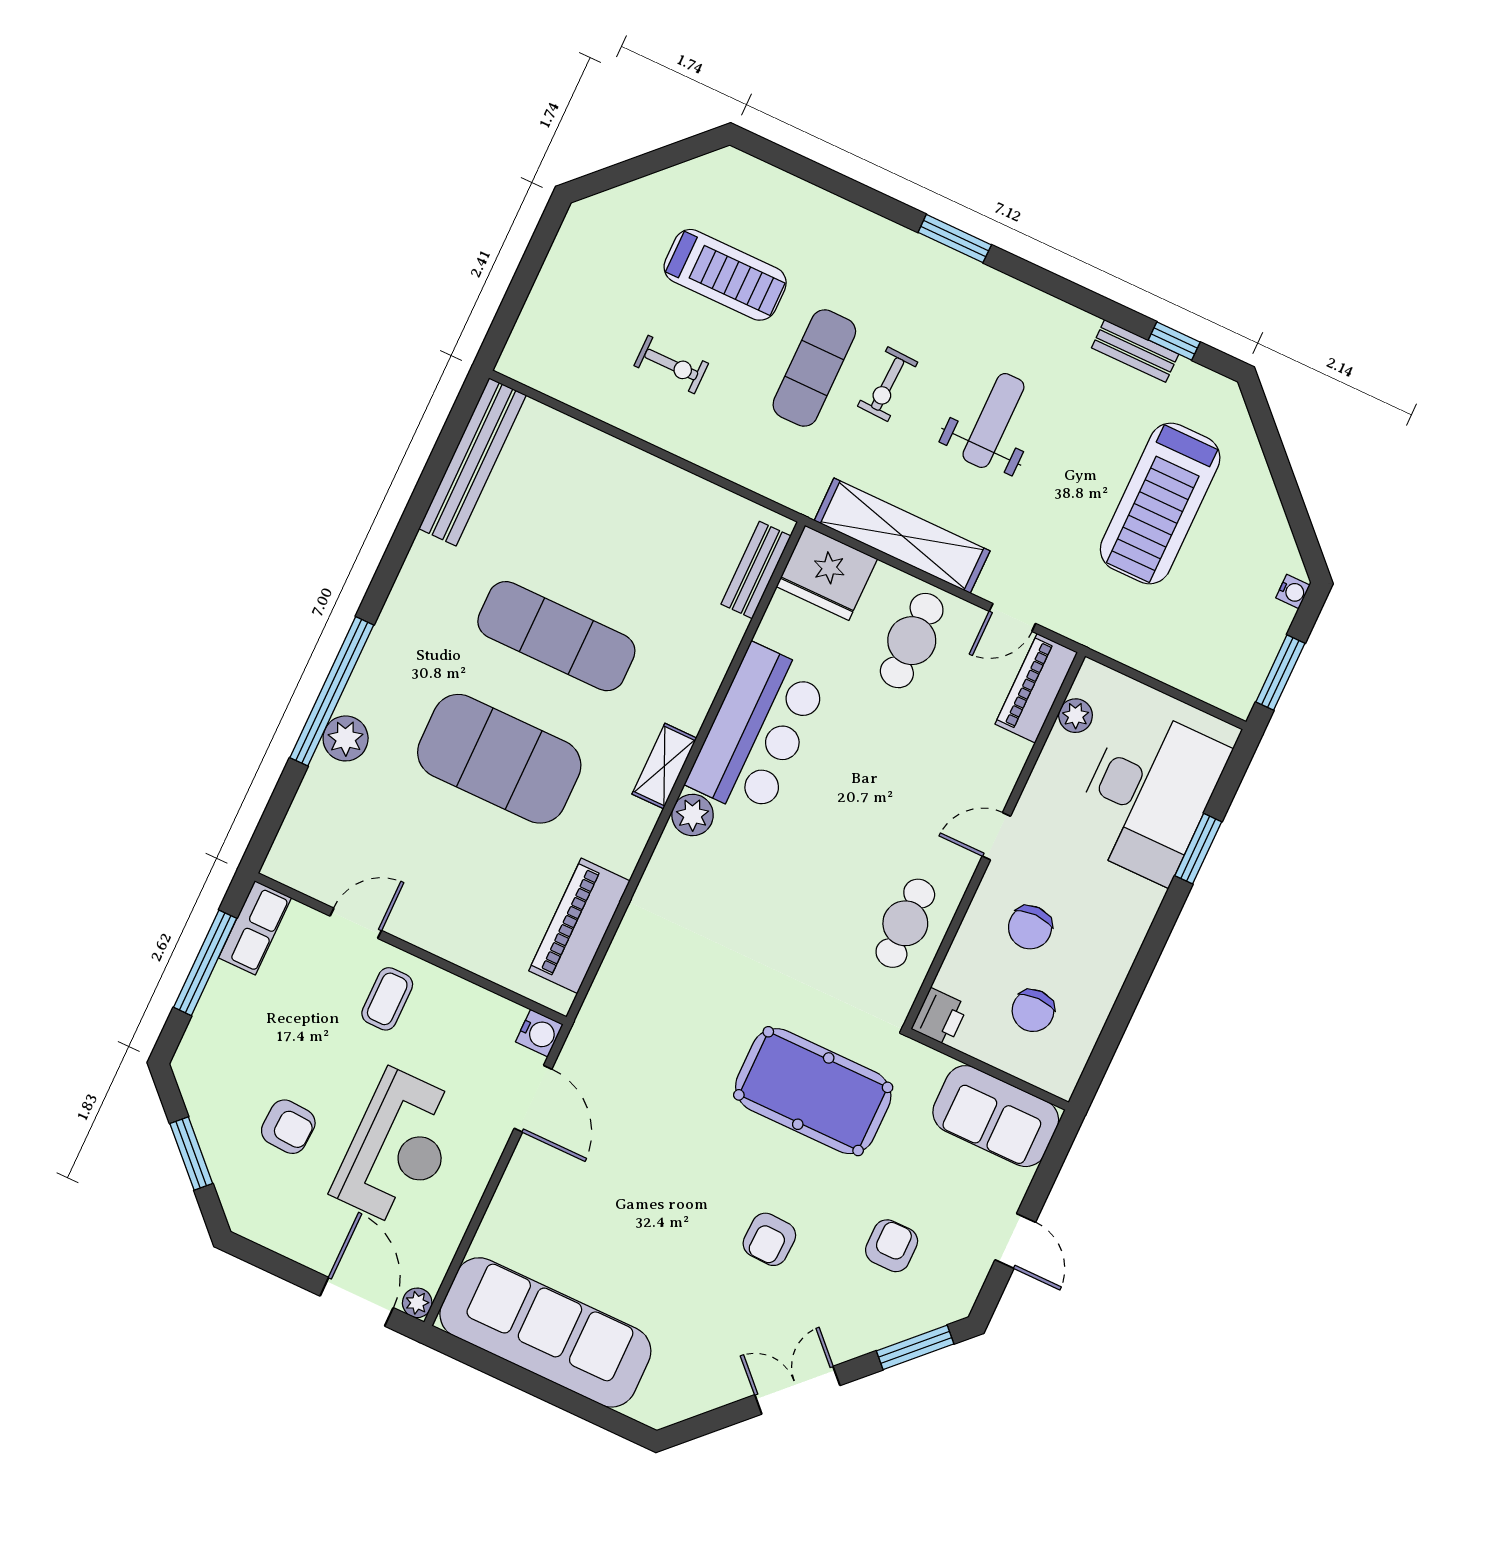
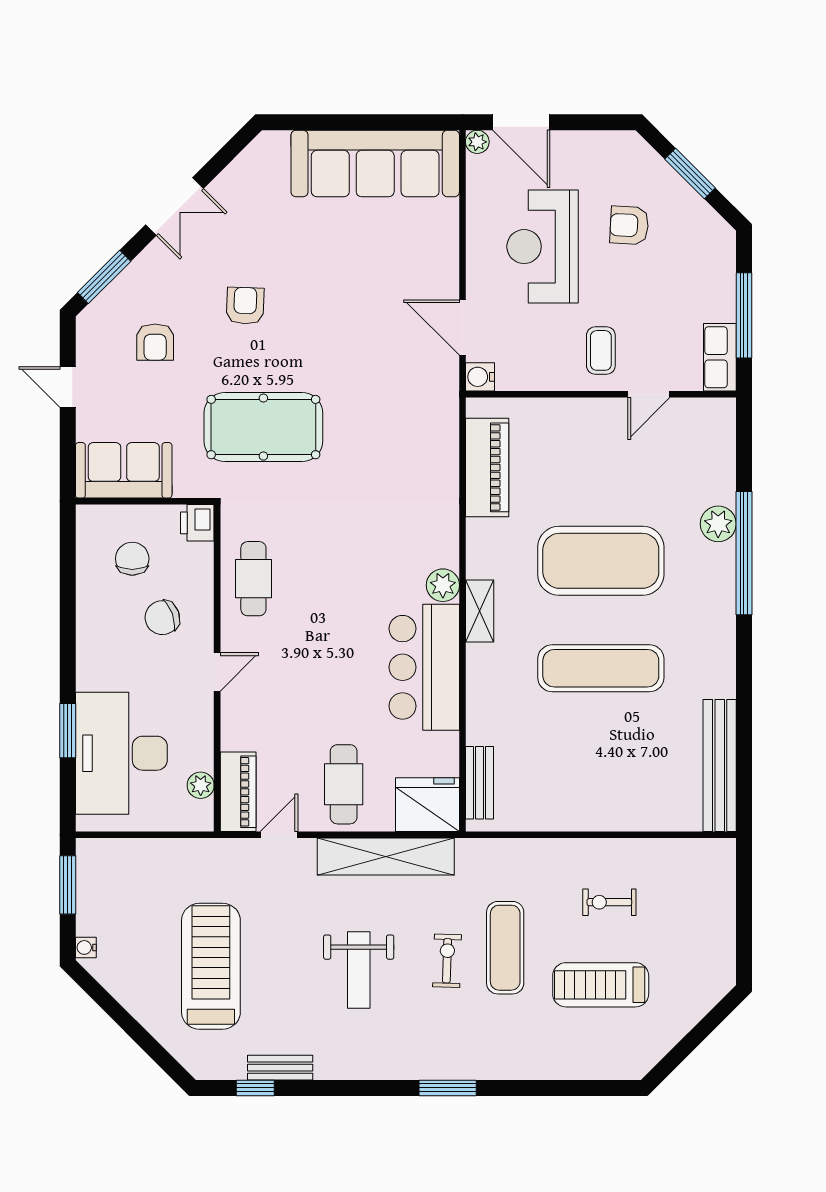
chair: (1030, 927) -> (162, 618), turned -110

